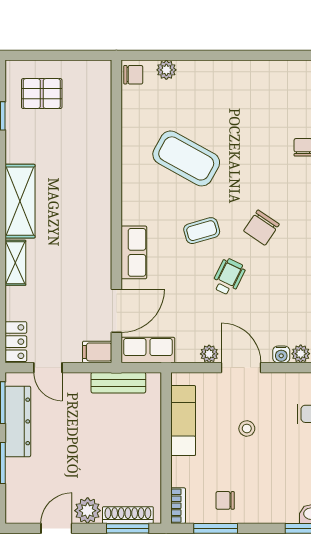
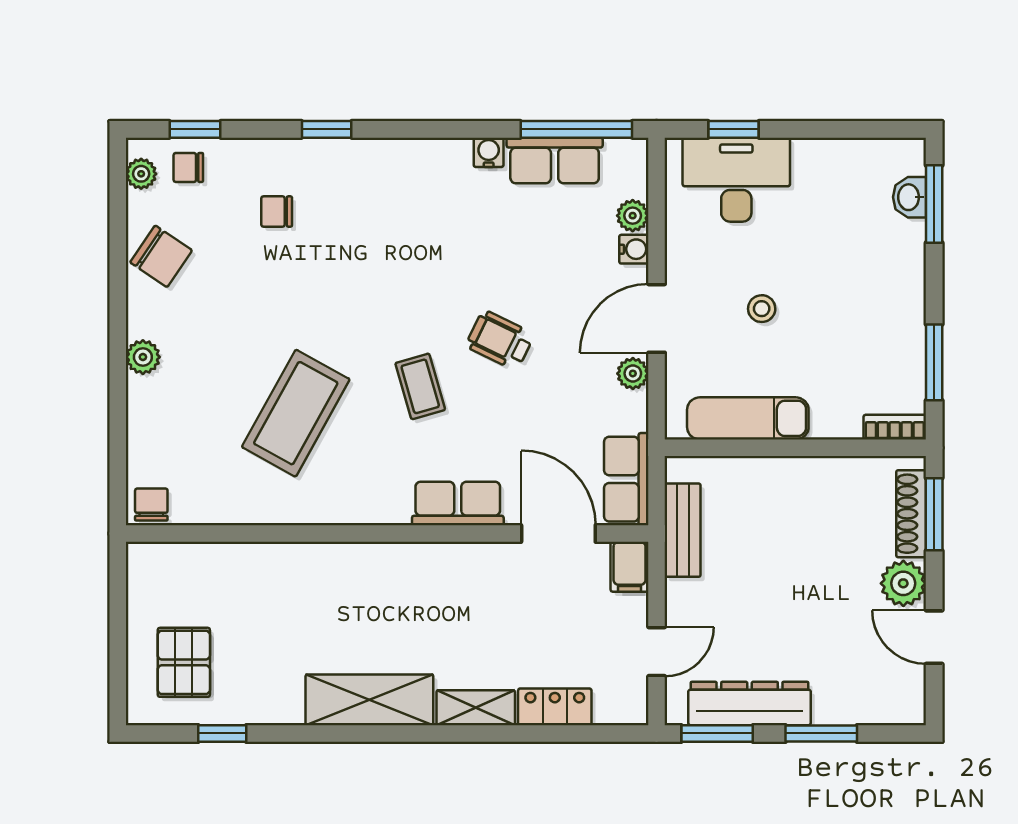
plant: (166, 70) -> (143, 357), moved
chair: (261, 228) -> (161, 256), moved
locker: (16, 342) -> (555, 707), moved
chair: (225, 500) -> (886, 346), removed

